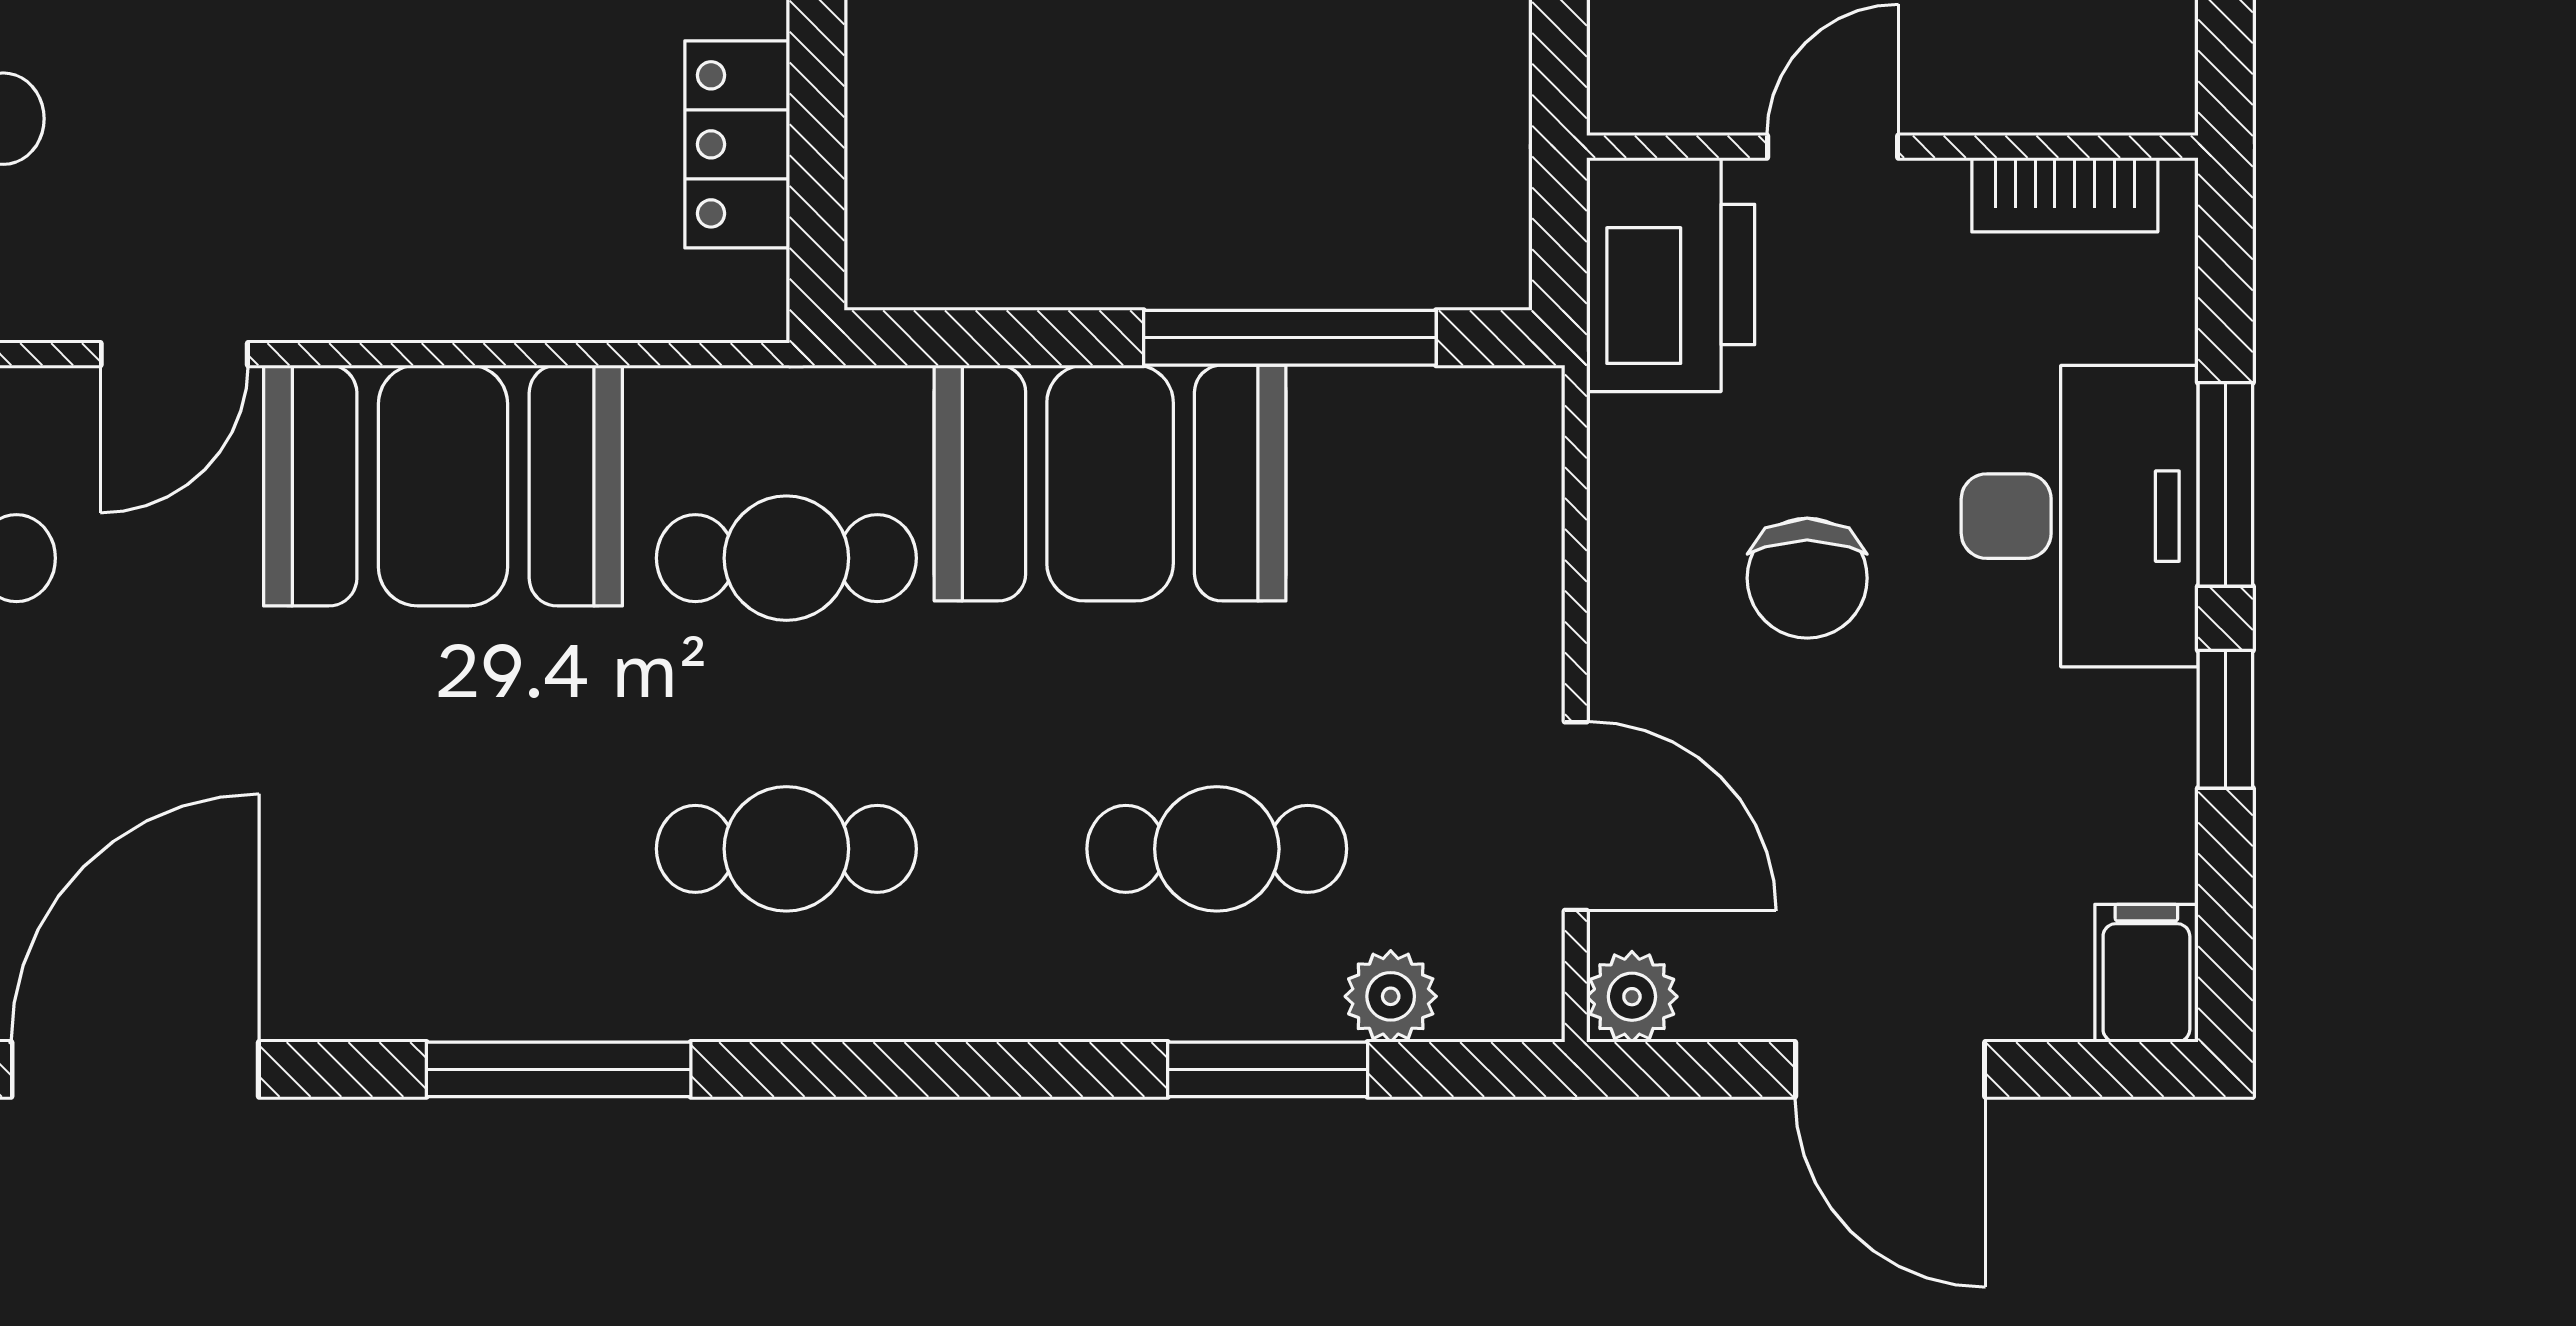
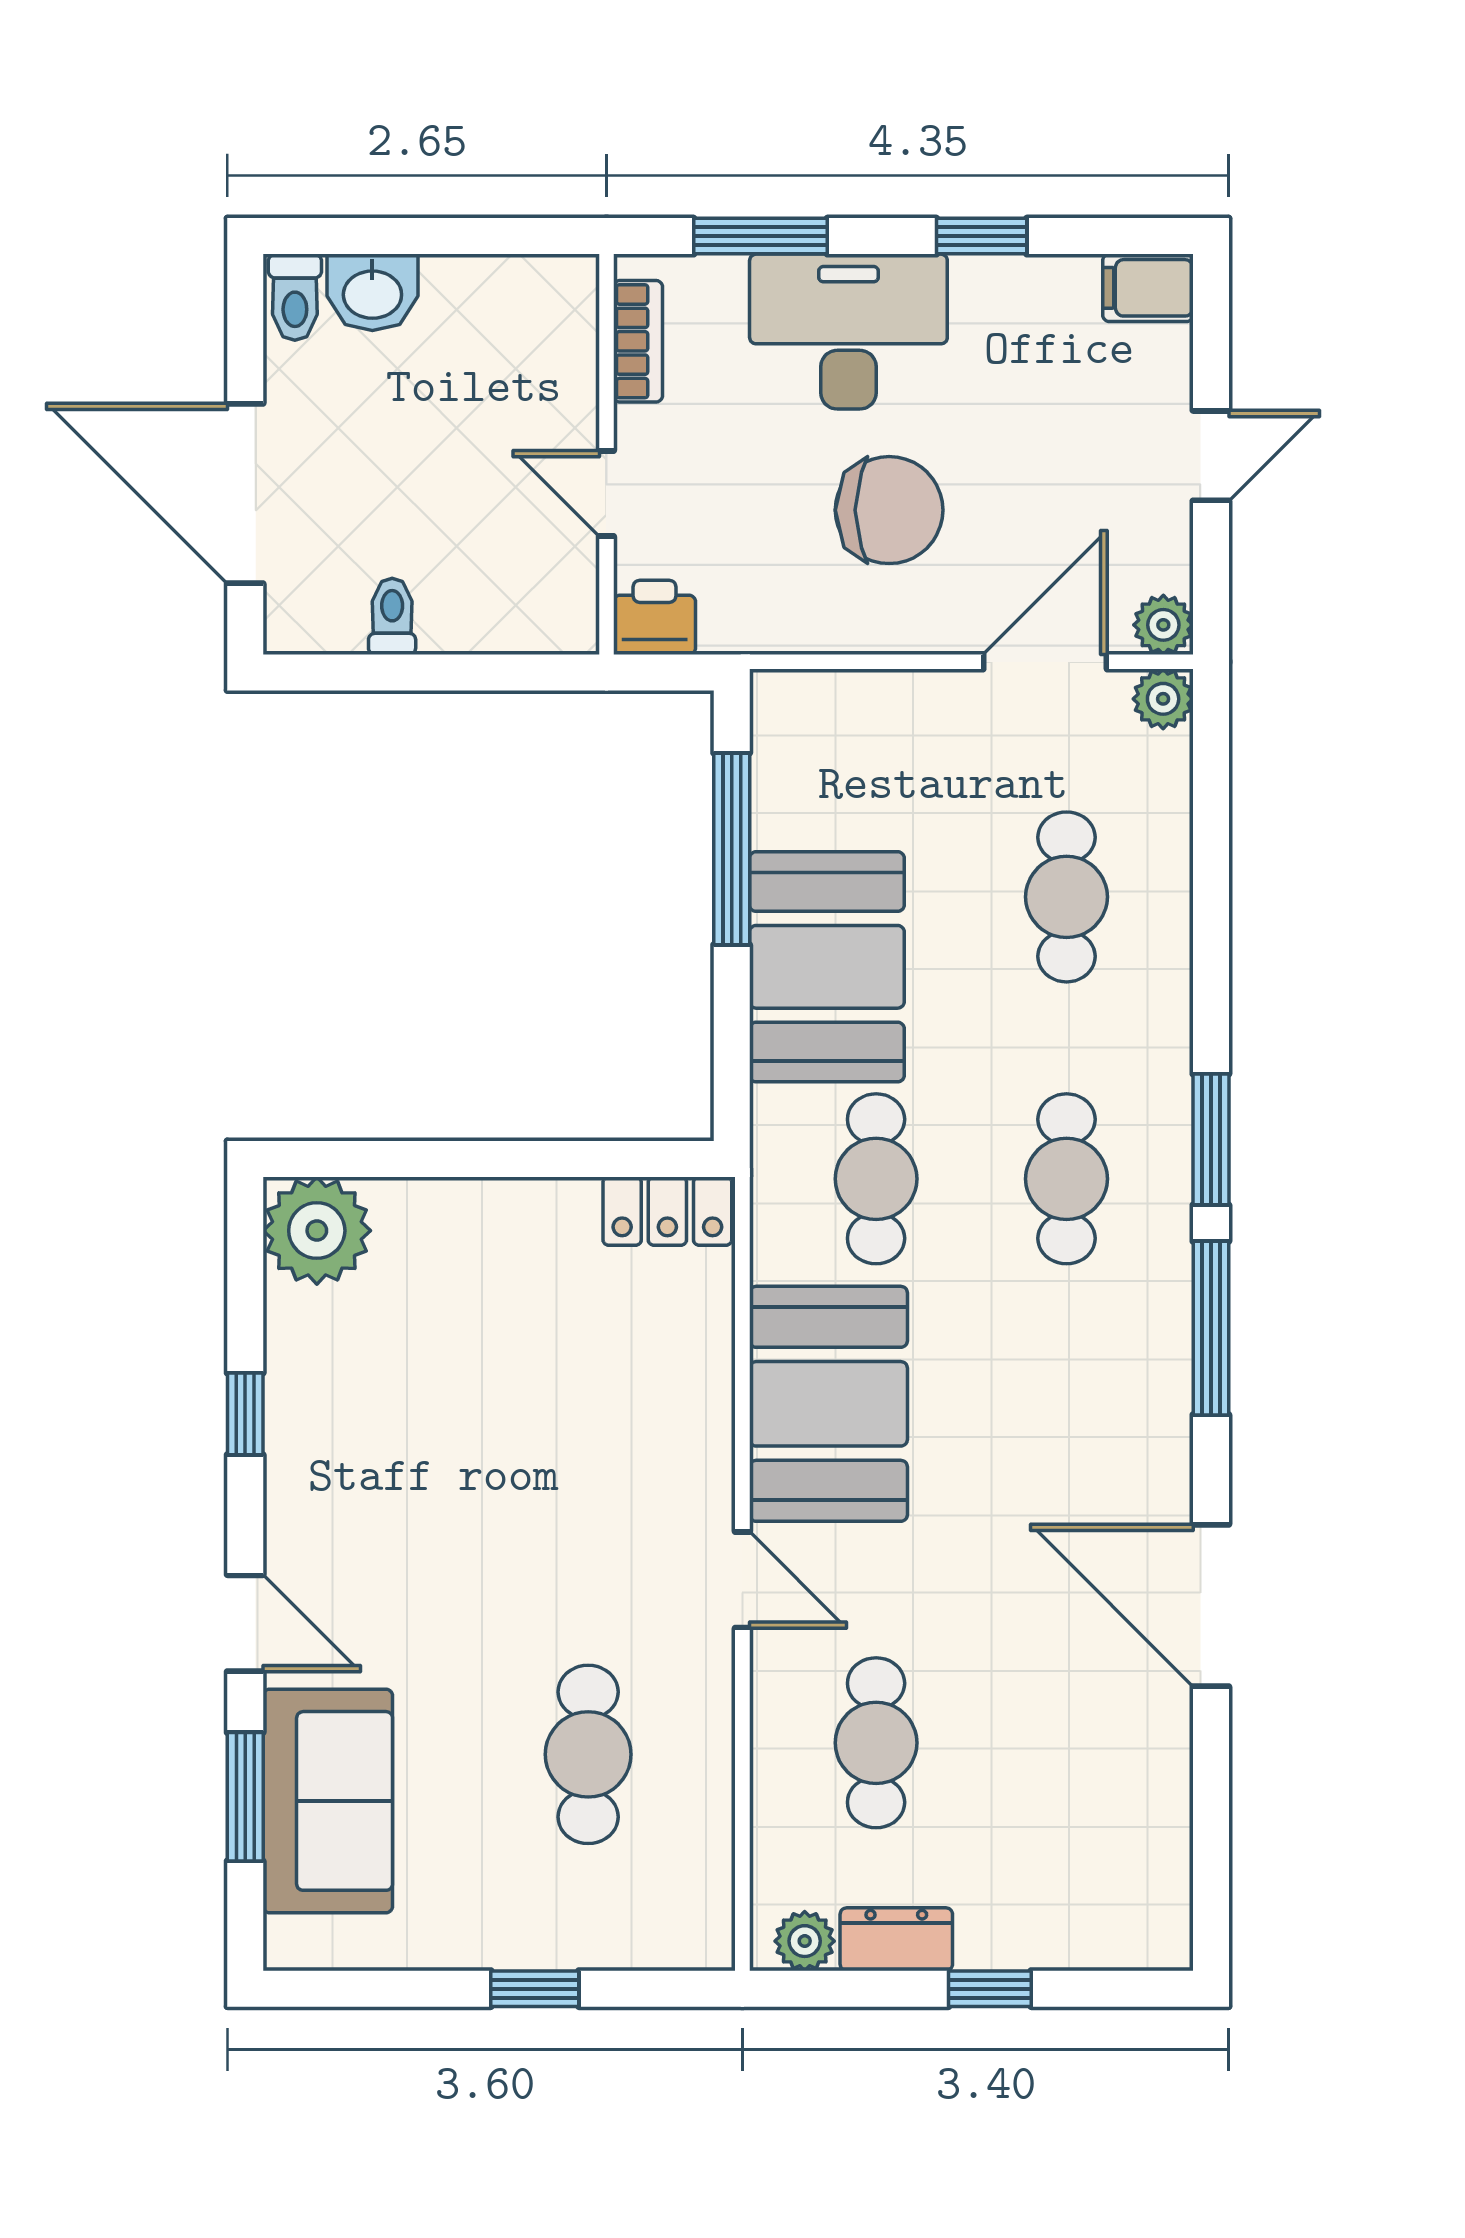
locker: (737, 144) -> (667, 1211), moved
printer: (1671, 275) -> (655, 617), width x0.53, depth x0.68
window: (2225, 484) -> (761, 236), moved
chair: (1807, 578) -> (889, 510), width x1.37, depth x1.37
plant: (1391, 996) -> (1163, 699), moved
window: (1268, 1069) -> (1211, 1139), moved
door: (1890, 1069) -> (1211, 456), width x0.73

